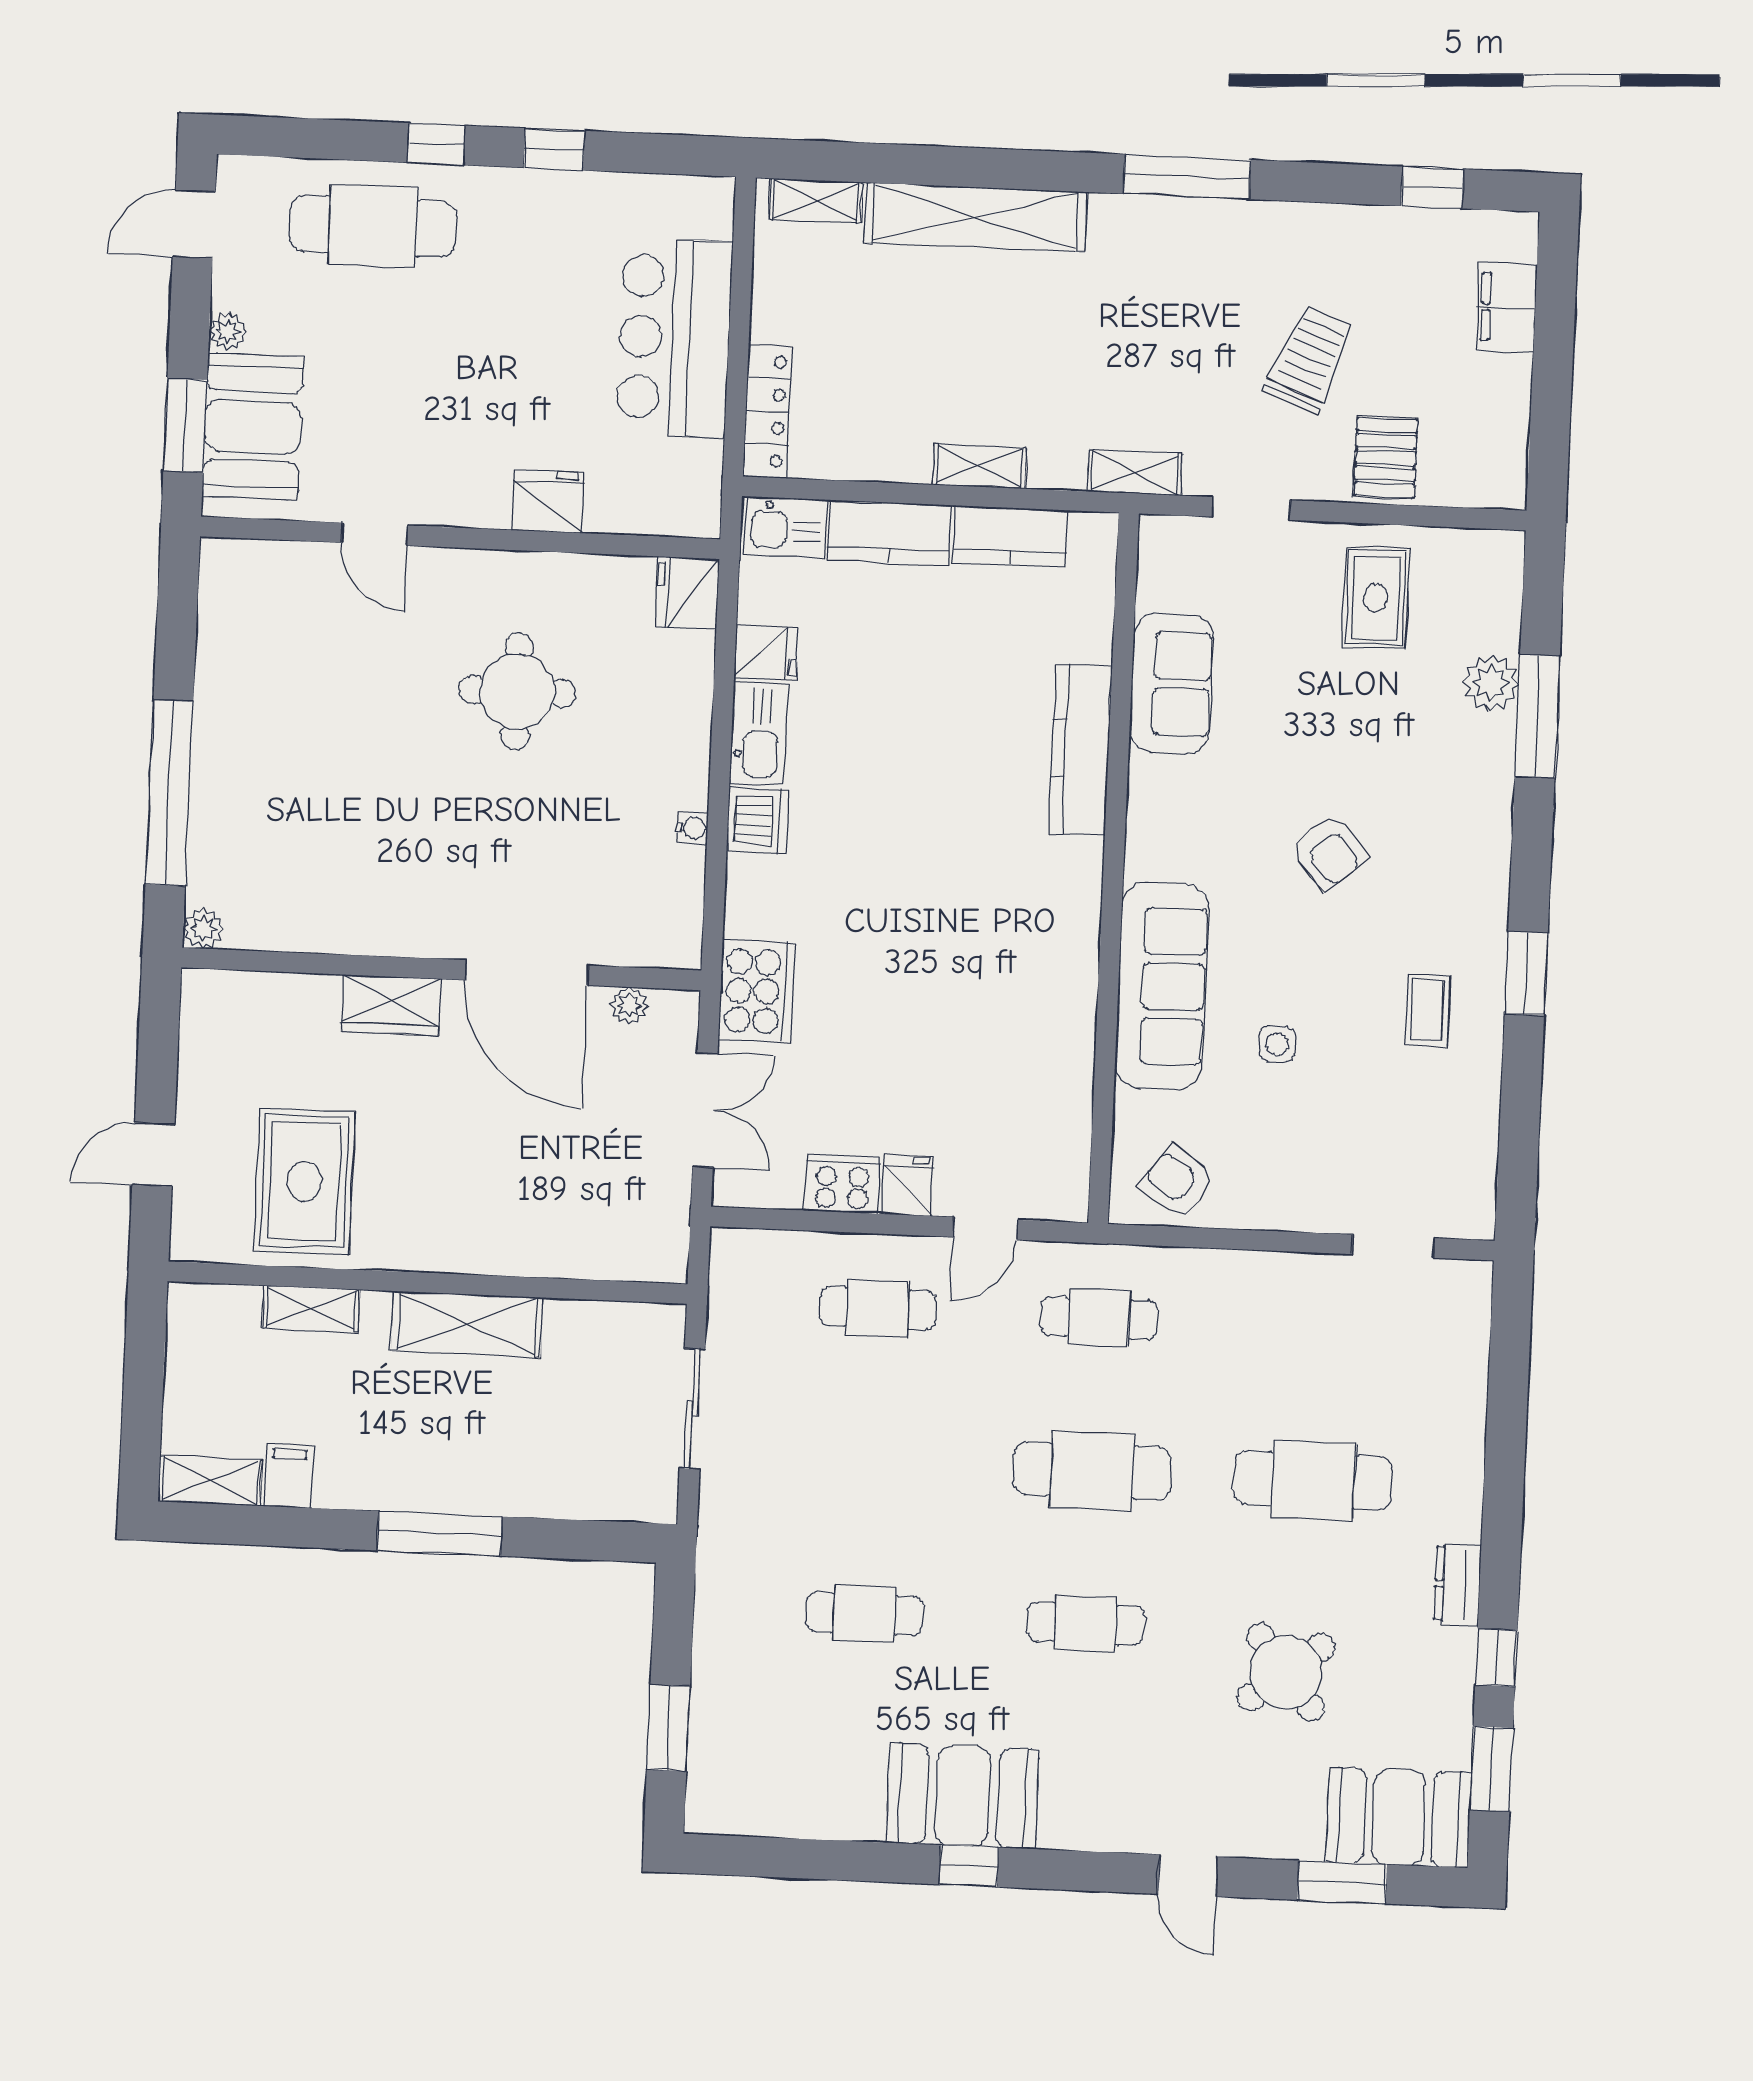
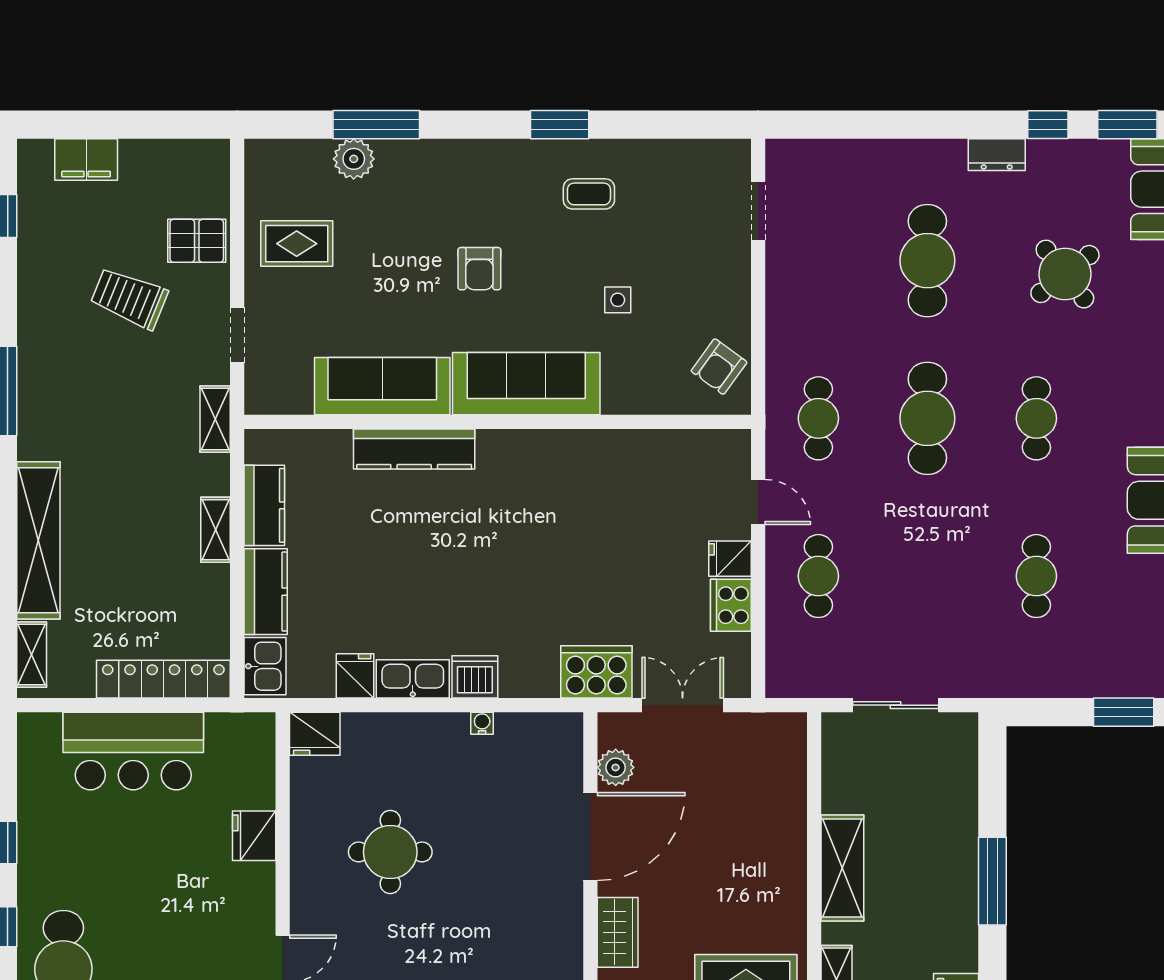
locker: (767, 411) -> (163, 679), width x1.41, depth x1.21
sofa: (1172, 684) -> (382, 386), width x1.36
armchair: (1329, 852) -> (479, 269), turned 130
sofa: (1162, 986) -> (526, 384), moved
plant: (629, 1006) -> (616, 767), width x1.38, depth x1.38

